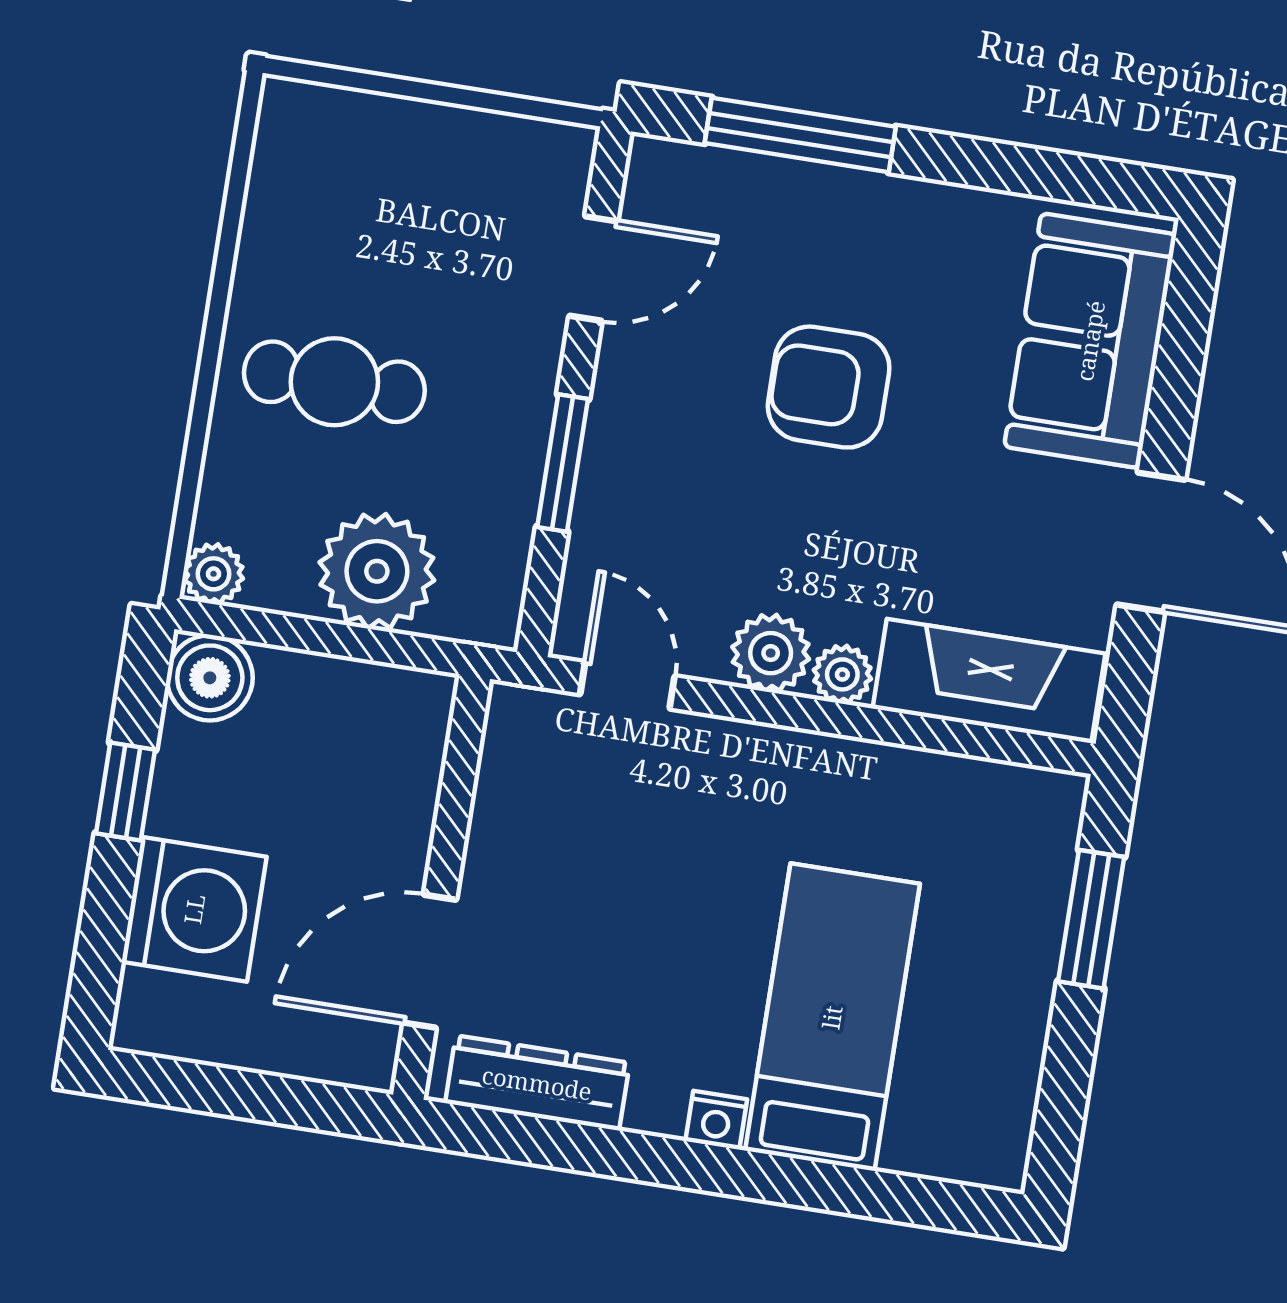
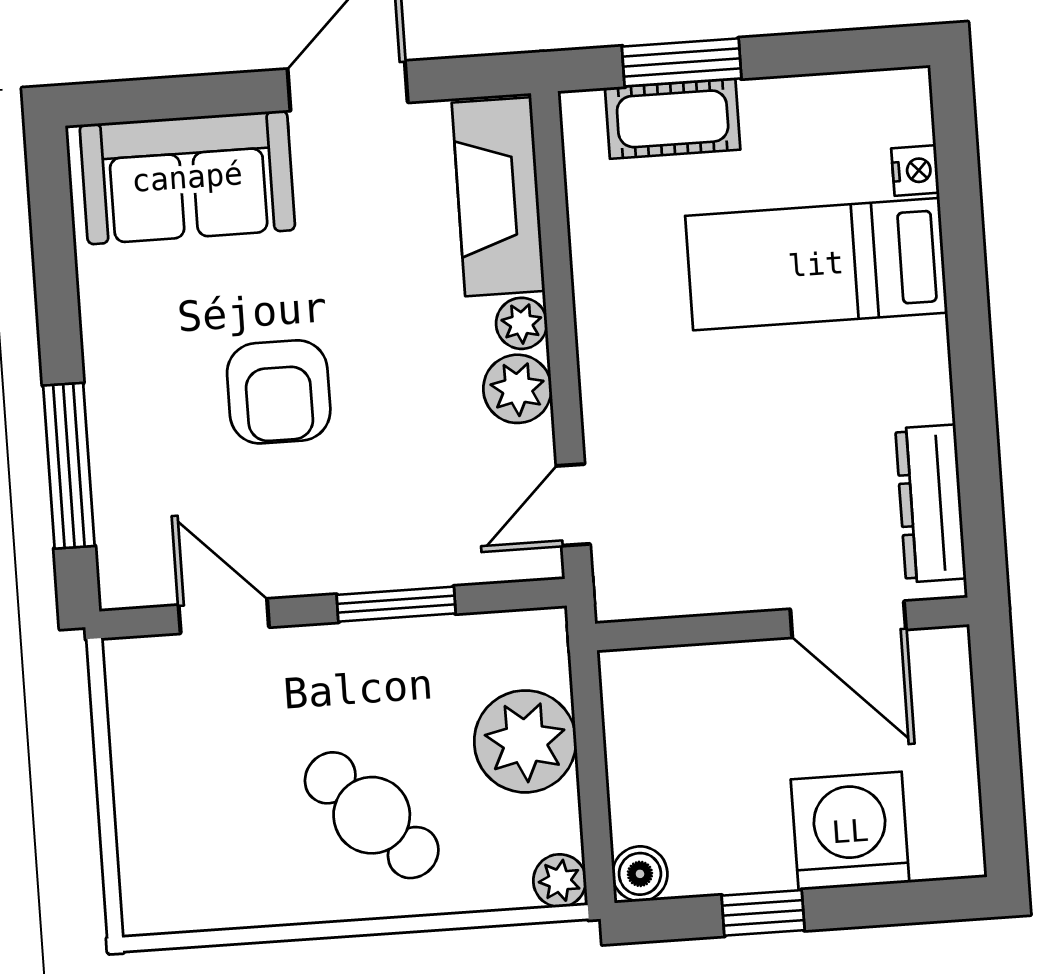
cafe table: (334, 382) -> (372, 815), turned -44
boiler: (210, 678) -> (640, 874), width x0.73, depth x0.73
cot: (1031, 895) -> (673, 119), added
nightstand: (716, 1120) -> (915, 170), moved

